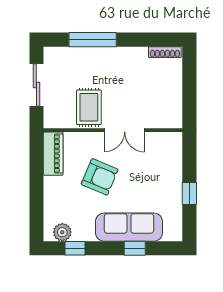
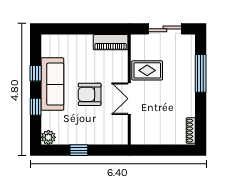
armchair: (100, 177) -> (90, 94), moved, turned 67
sofa: (129, 227) -> (52, 84), moved
plant: (62, 232) -> (48, 137), moved
window: (75, 248) -> (36, 73), moved

